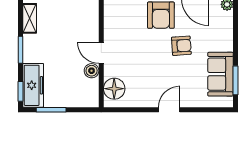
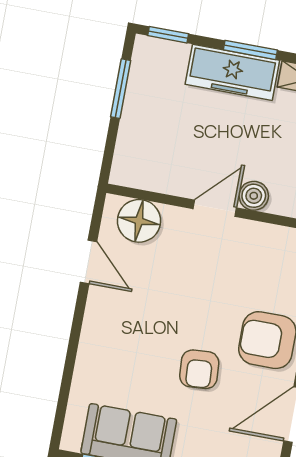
boiler: (92, 71) -> (254, 196), moved
freezer: (33, 85) -> (232, 72), moved
door: (169, 110) -> (89, 262), moved

